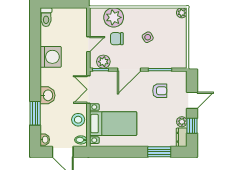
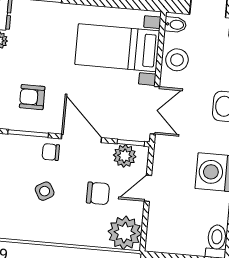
plant: (114, 17) -> (125, 233), moved
chair: (146, 60) -> (51, 152), added
door: (129, 70) -> (81, 138), hinge flipped

